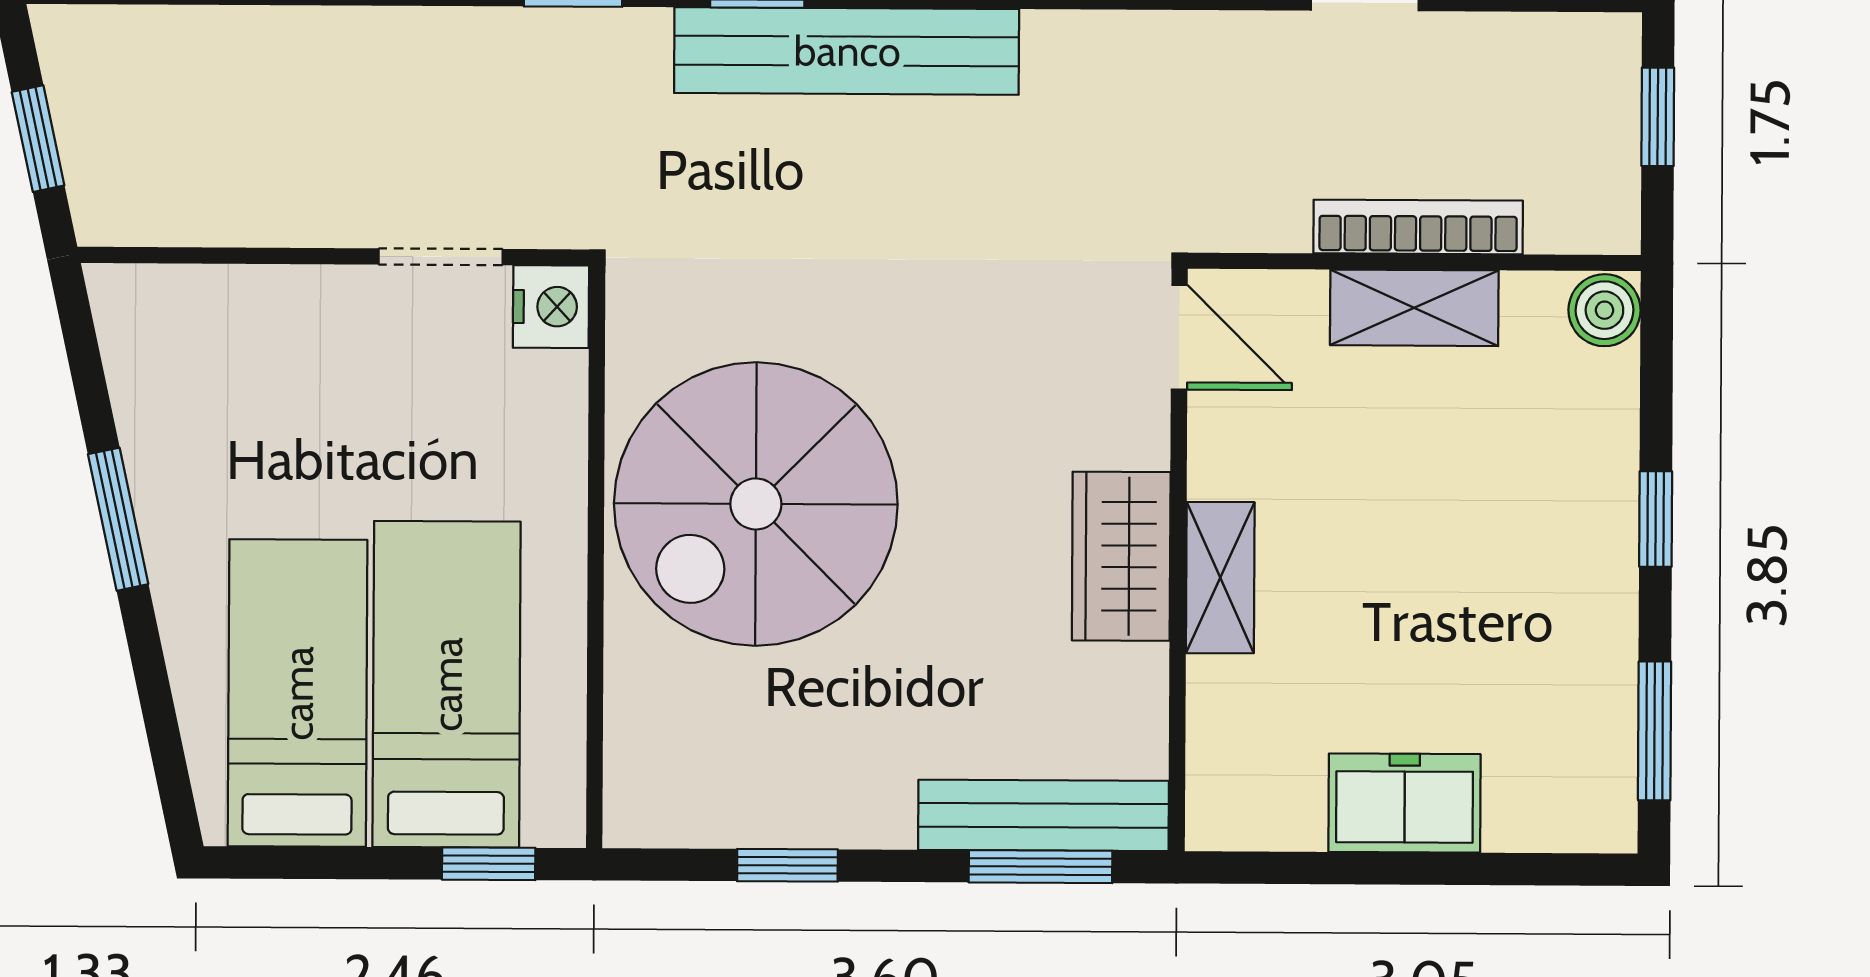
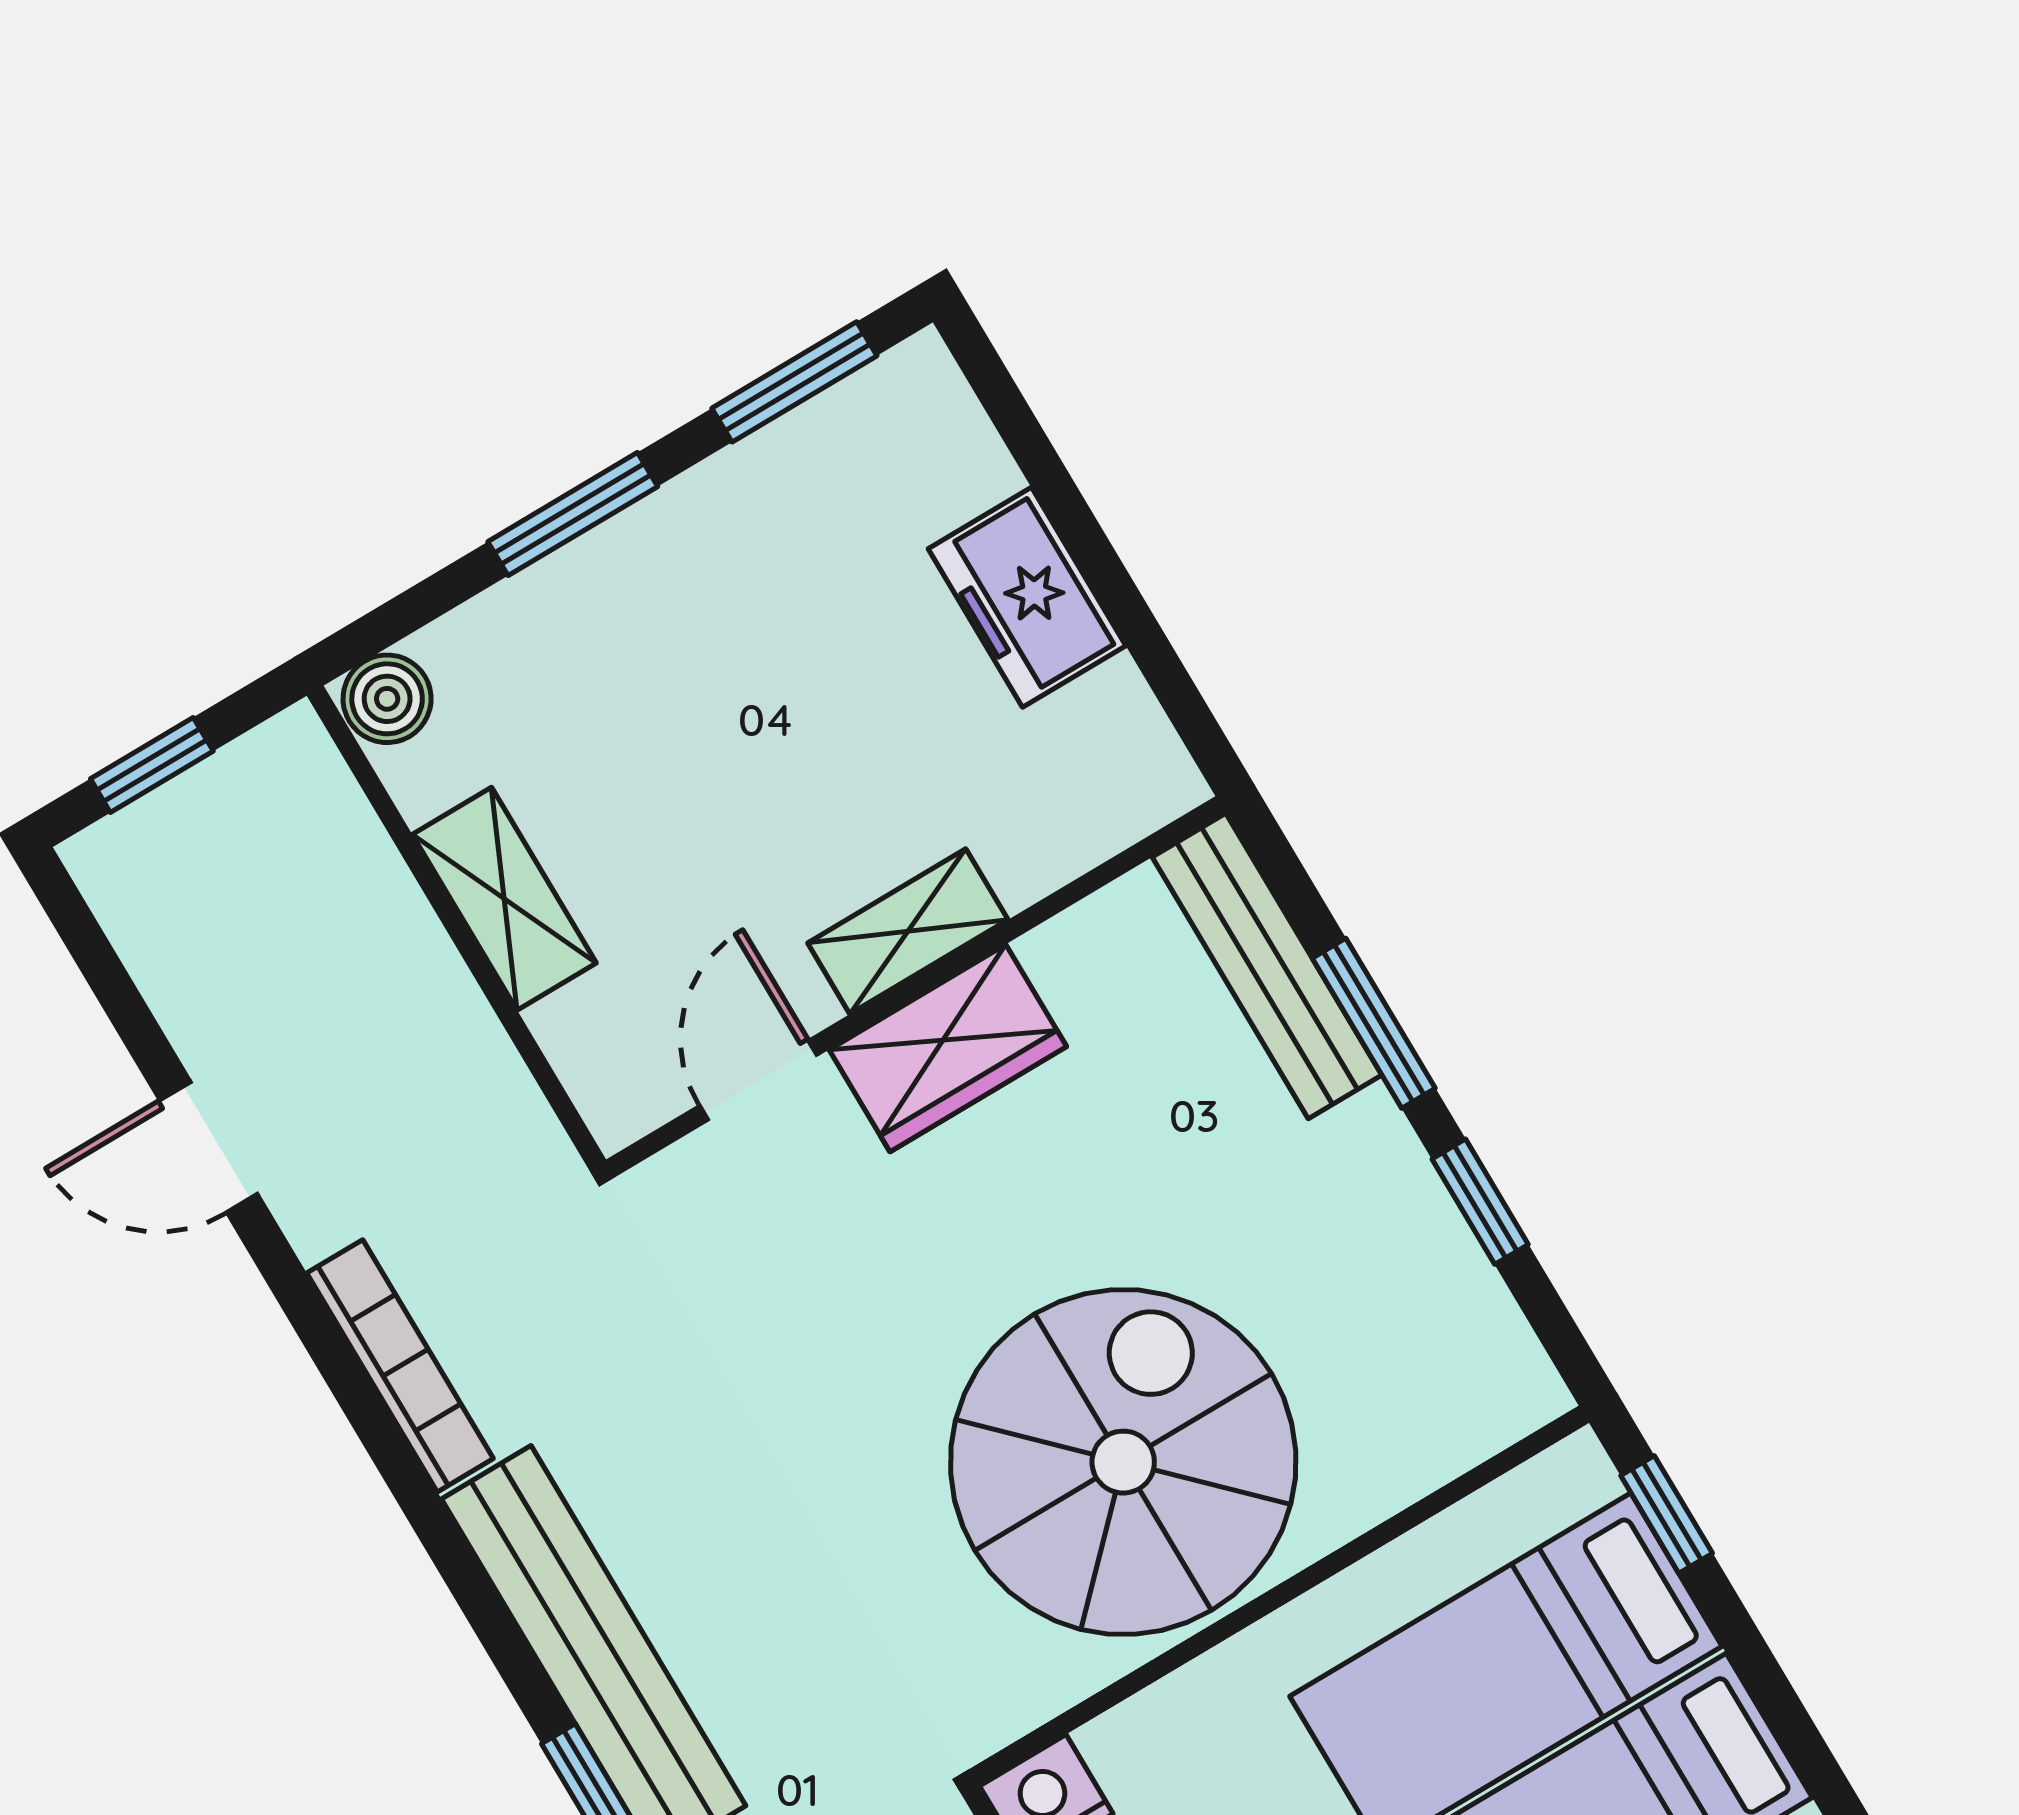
bookcase: (1418, 227) -> (400, 1366), moved, turned 180
door: (1179, 337) -> (758, 1080), moved
spiral stairs: (756, 504) -> (1123, 1462), turned -90
window: (1656, 519) -> (573, 514), width x1.50
window: (1041, 867) -> (1374, 1023), moved

